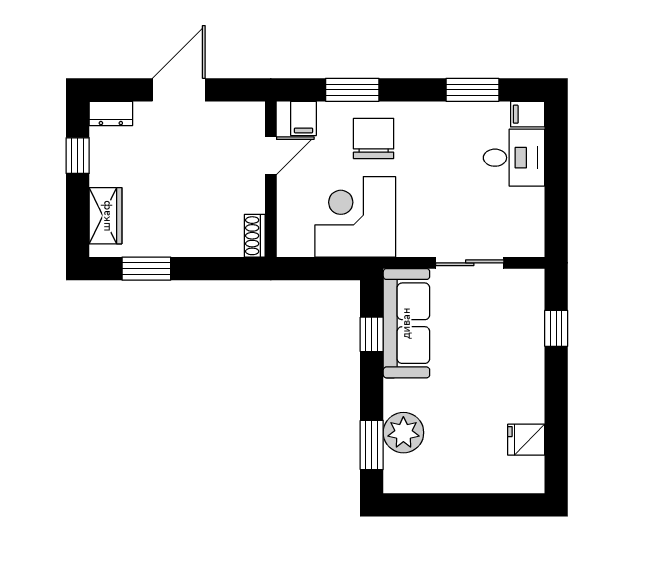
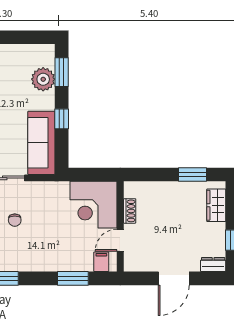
chair: (374, 138) -> (15, 220), moved, width x0.54, depth x0.54
corner desk: (355, 217) -> (94, 205), moved, turned 90
shoe rack: (255, 236) -> (130, 211), moved
window: (372, 334) -> (62, 119), moved

